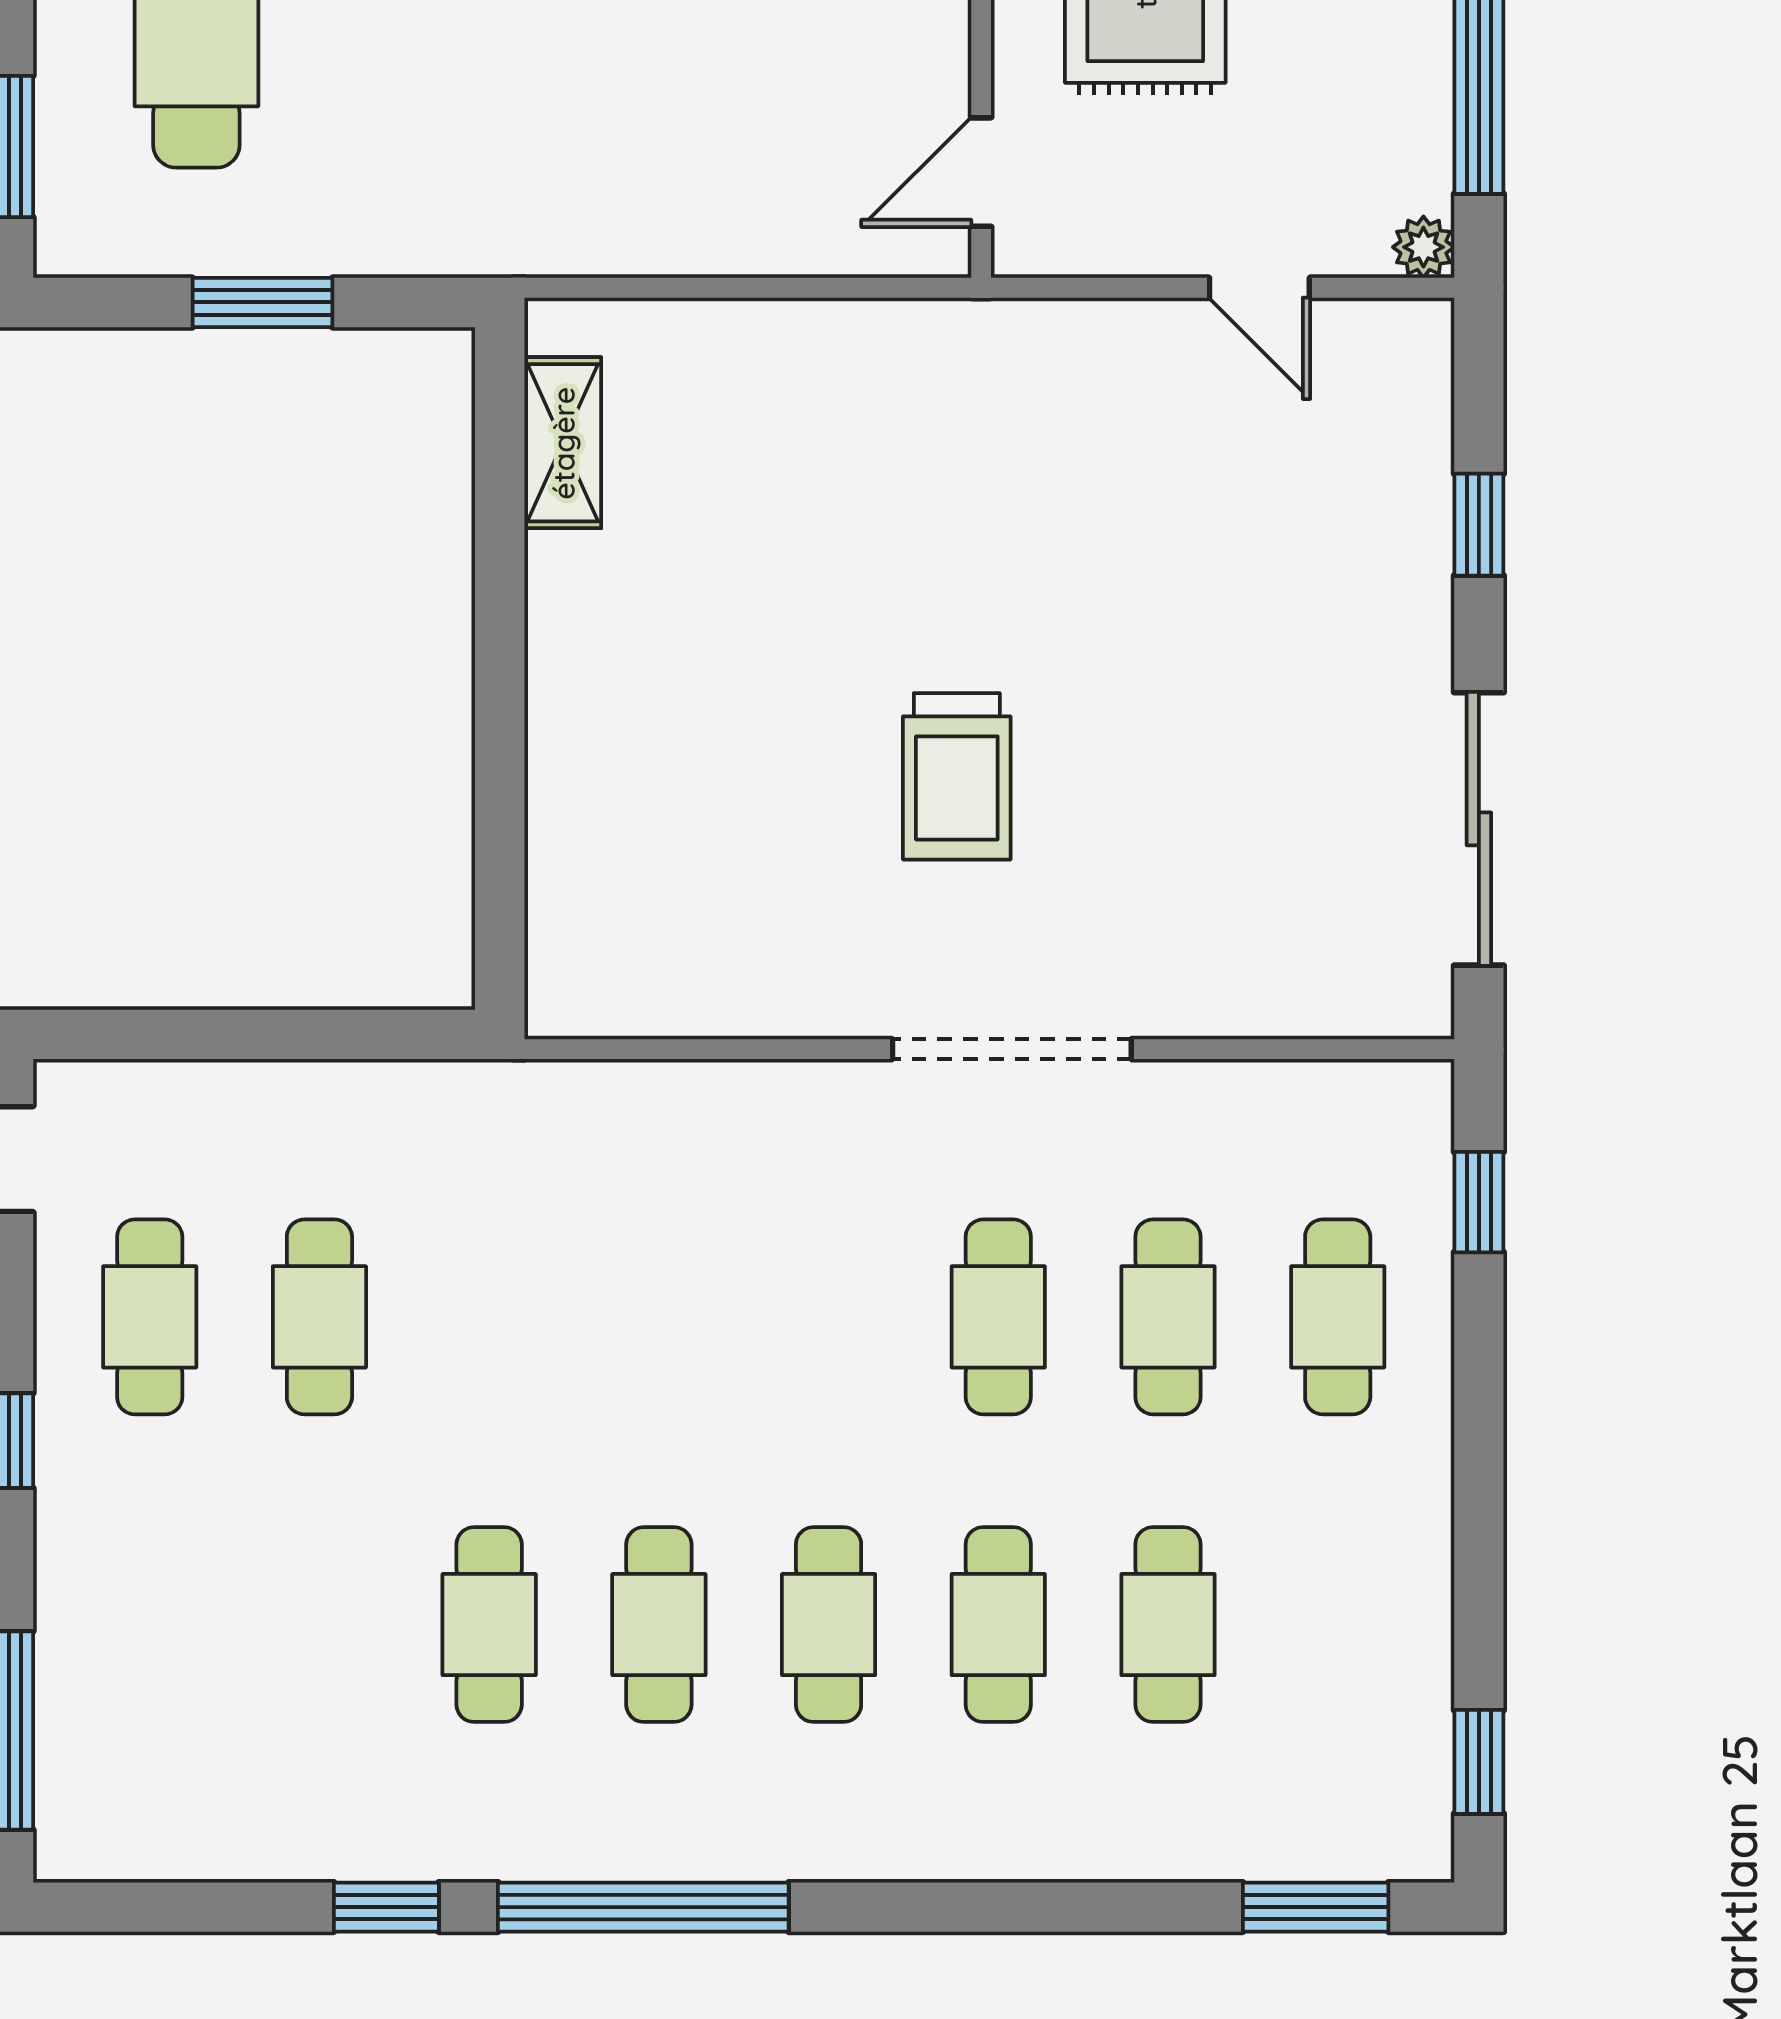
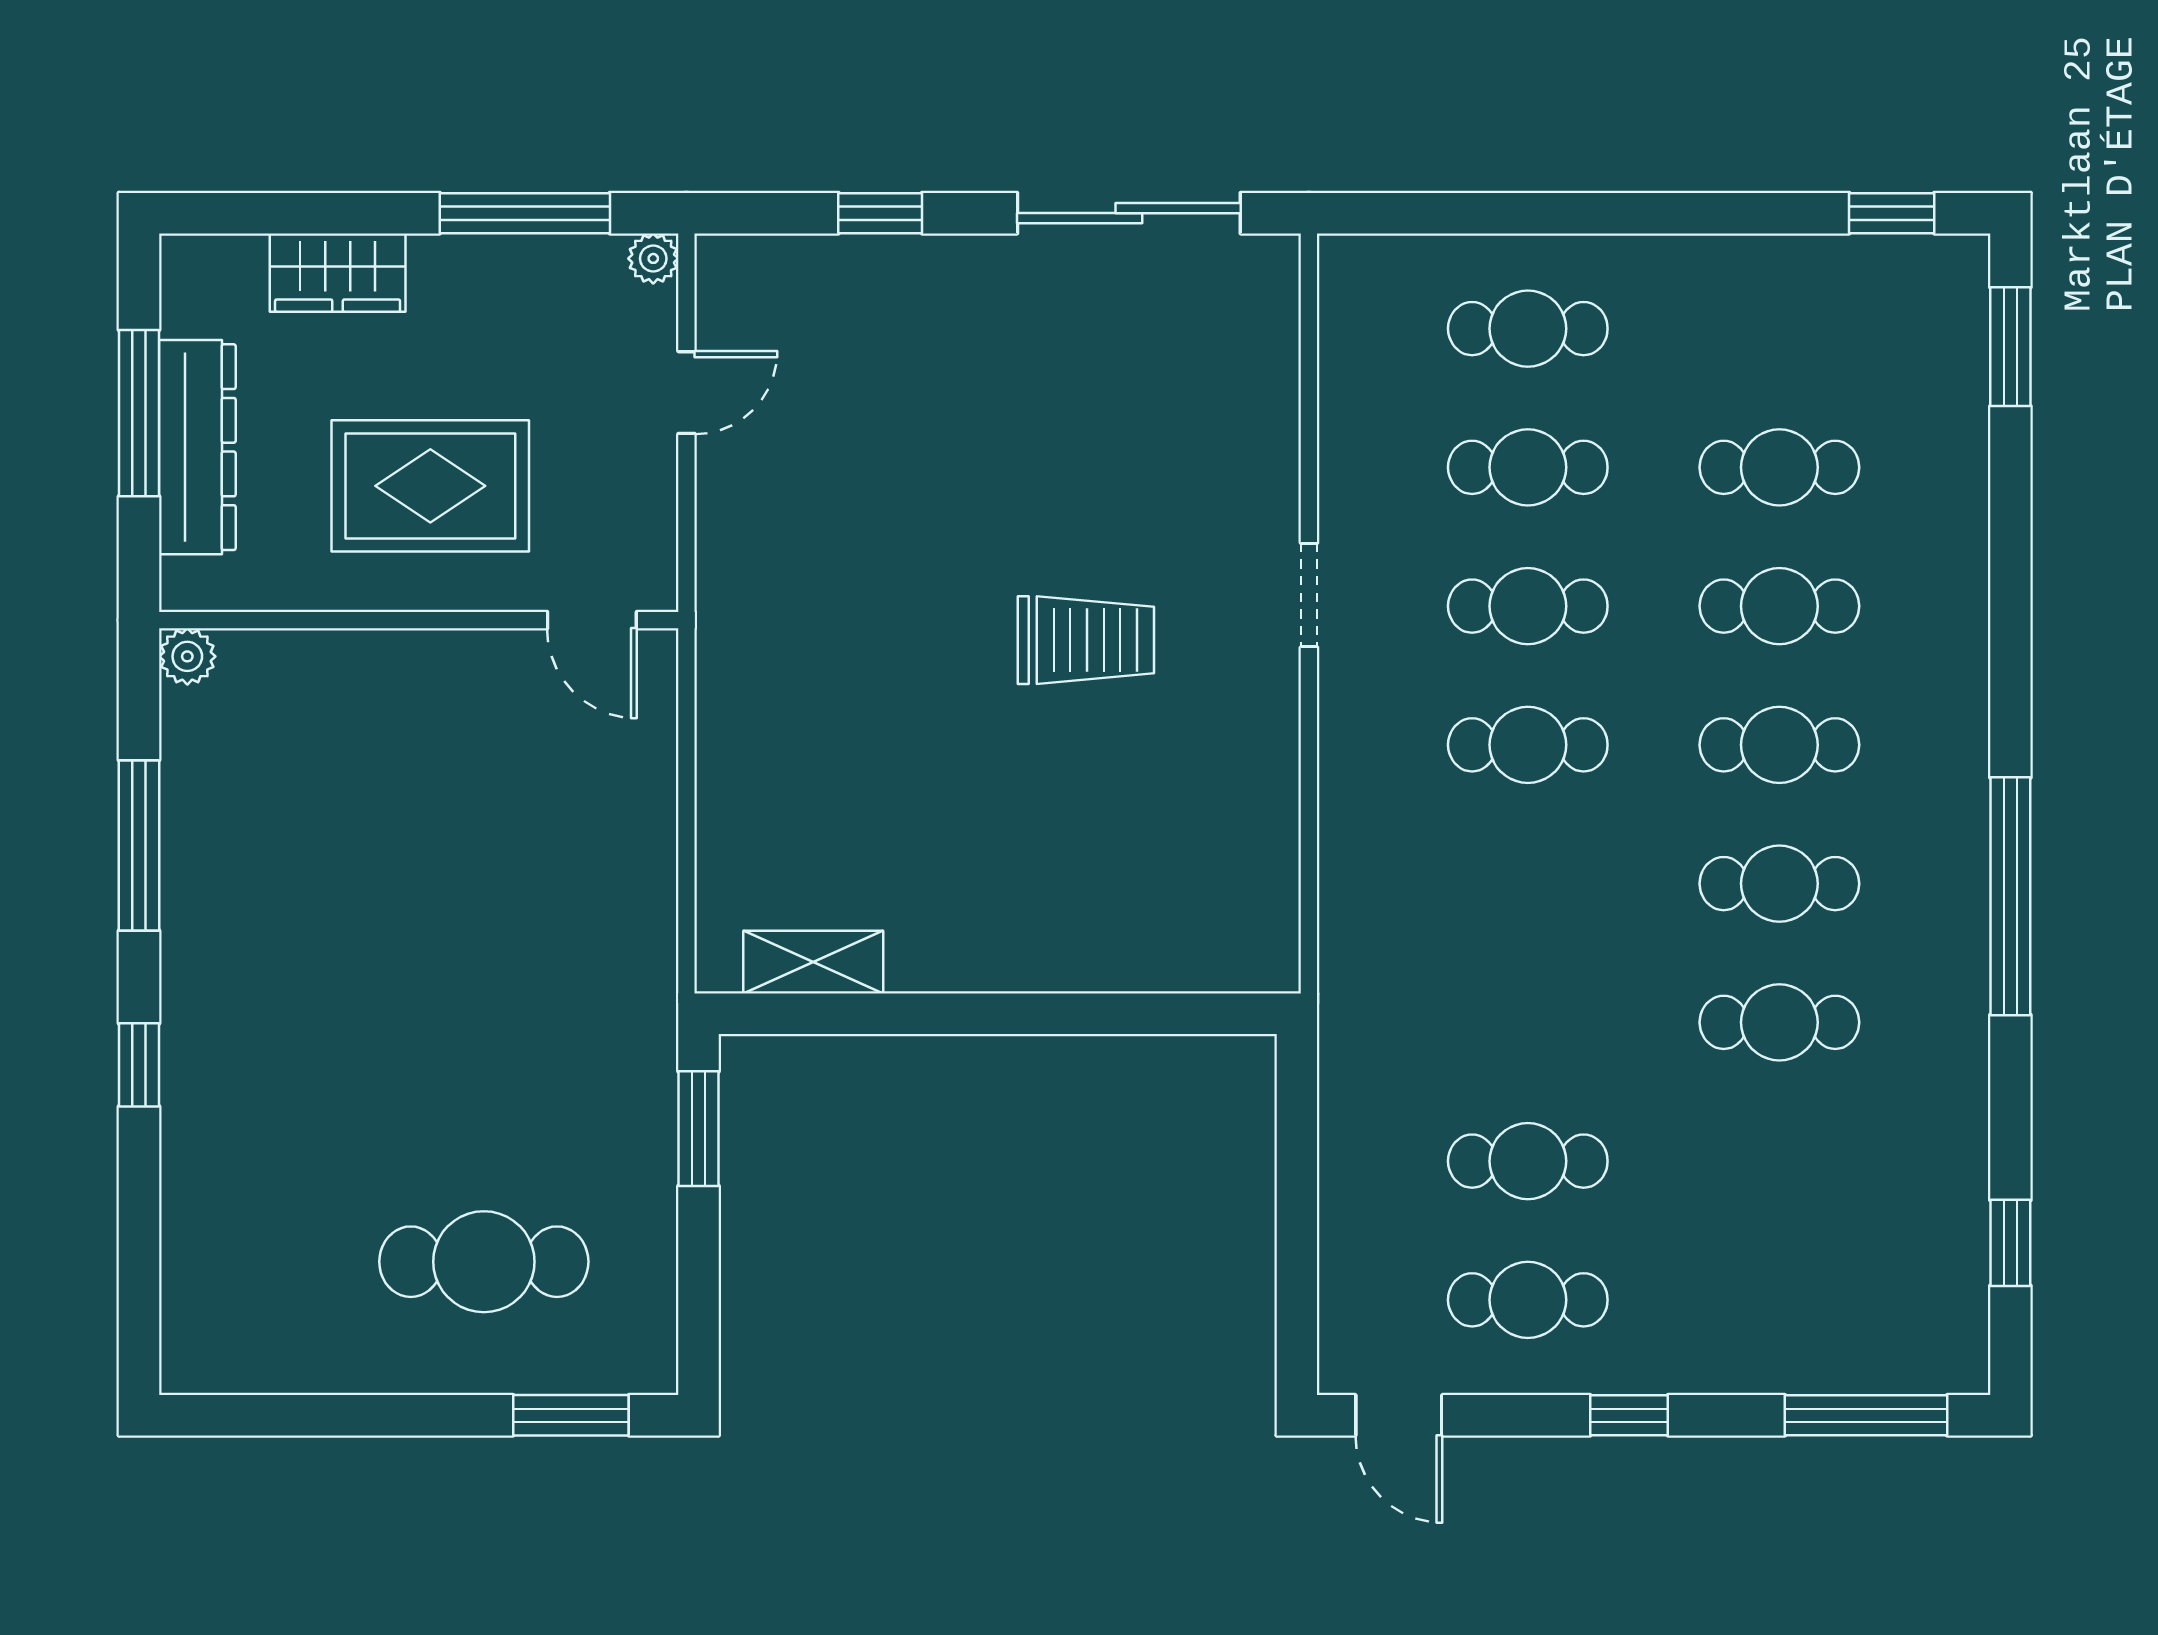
window: (262, 302) -> (699, 1129), moved
doorway: (1012, 1049) -> (1309, 595), width x0.53
window: (1479, 1202) -> (1434, 213), removed
cafe table: (829, 1317) -> (1528, 745), added
window: (386, 1907) -> (2010, 1243), moved

